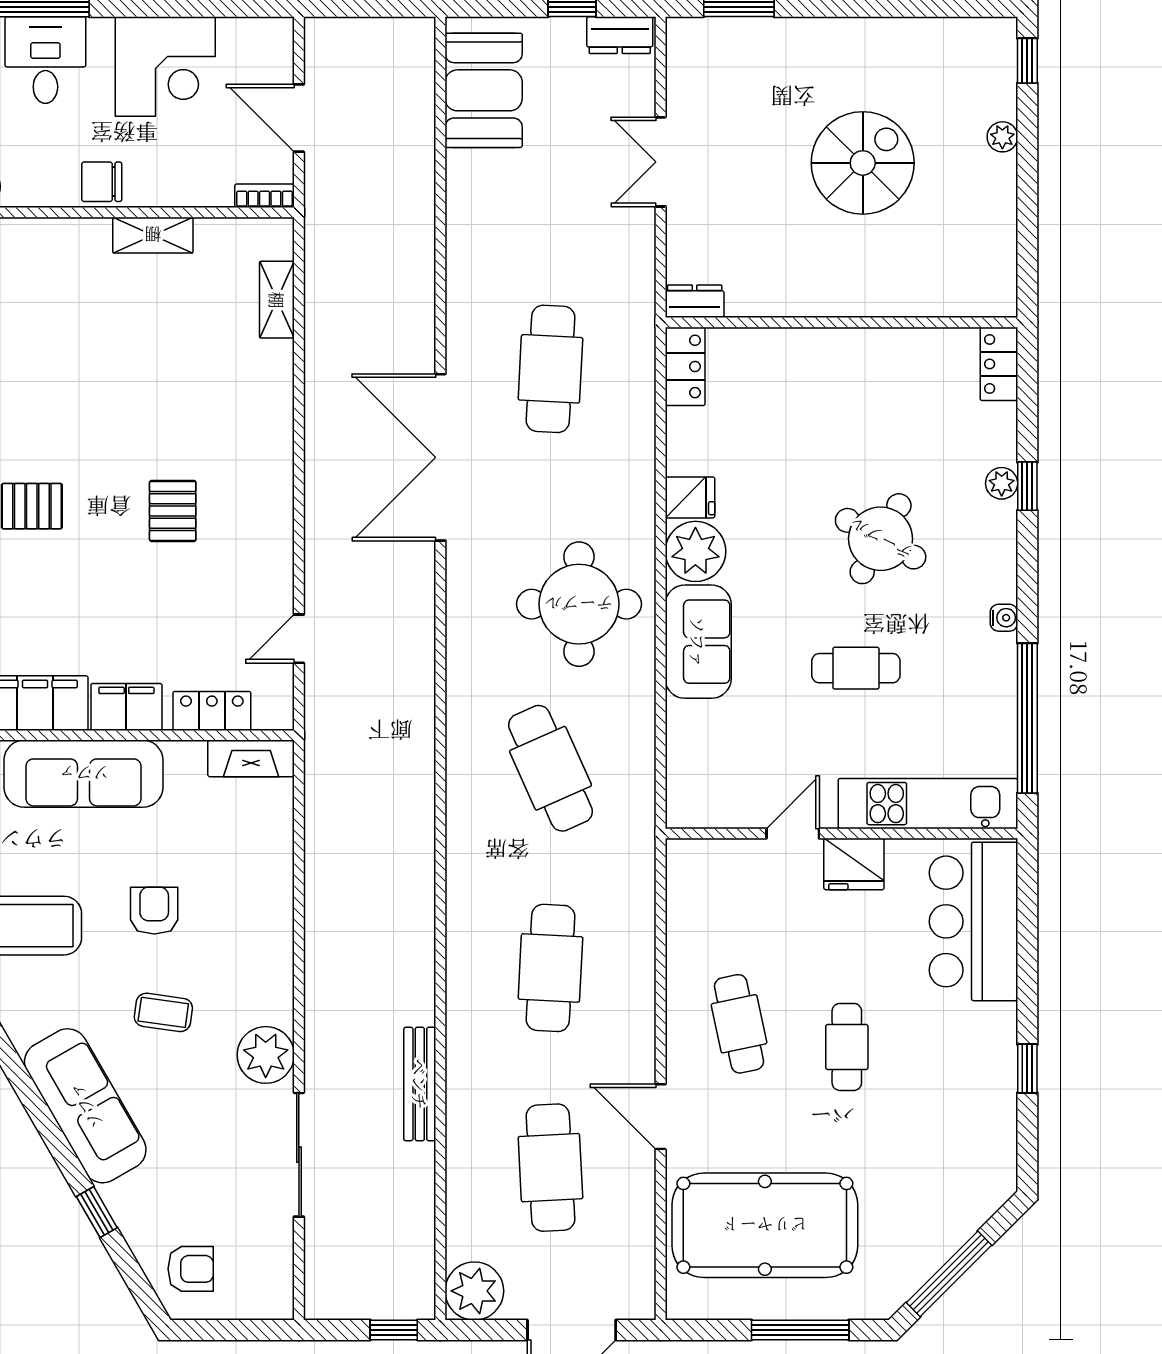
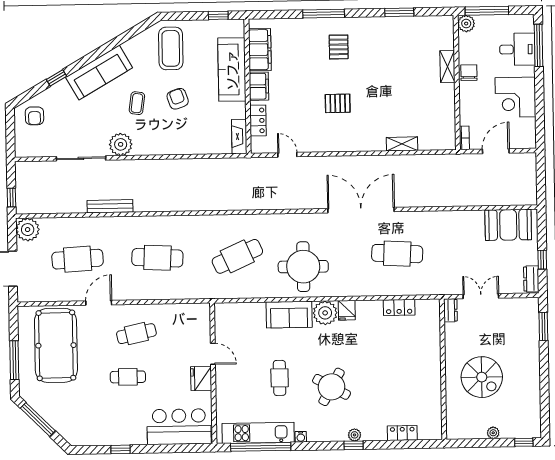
shelving: (153, 235) -> (447, 67), moved
shelving: (277, 300) -> (402, 144), moved
dresser: (695, 301) -> (450, 310), moved
wall: (841, 322) -> (443, 369), moved
kitchen unit: (928, 804) -> (258, 433), moved, turned -90
armchair: (154, 911) -> (178, 99), turned -109

